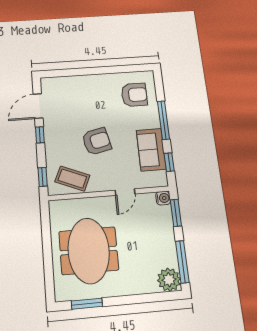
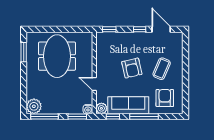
armchair: (134, 95) -> (165, 98), turned 180
sofa: (151, 150) -> (128, 105), width x1.36
coffee table: (72, 179) -> (162, 69), moved
plant: (159, 179) -> (101, 108), added
meeting table: (89, 251) -> (57, 56), turned 90

